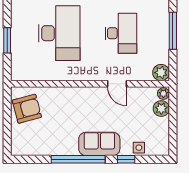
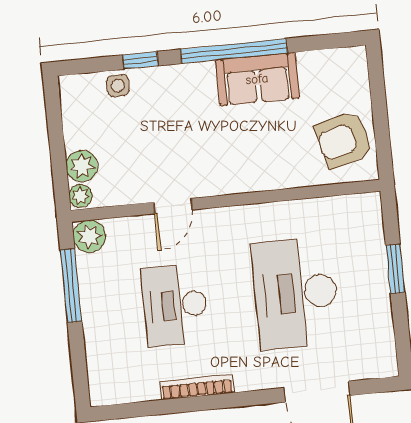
window: (173, 31) -> (71, 286), moved
door: (117, 84) -> (173, 206), swing flipped
sofa: (99, 144) -> (257, 79), moved

